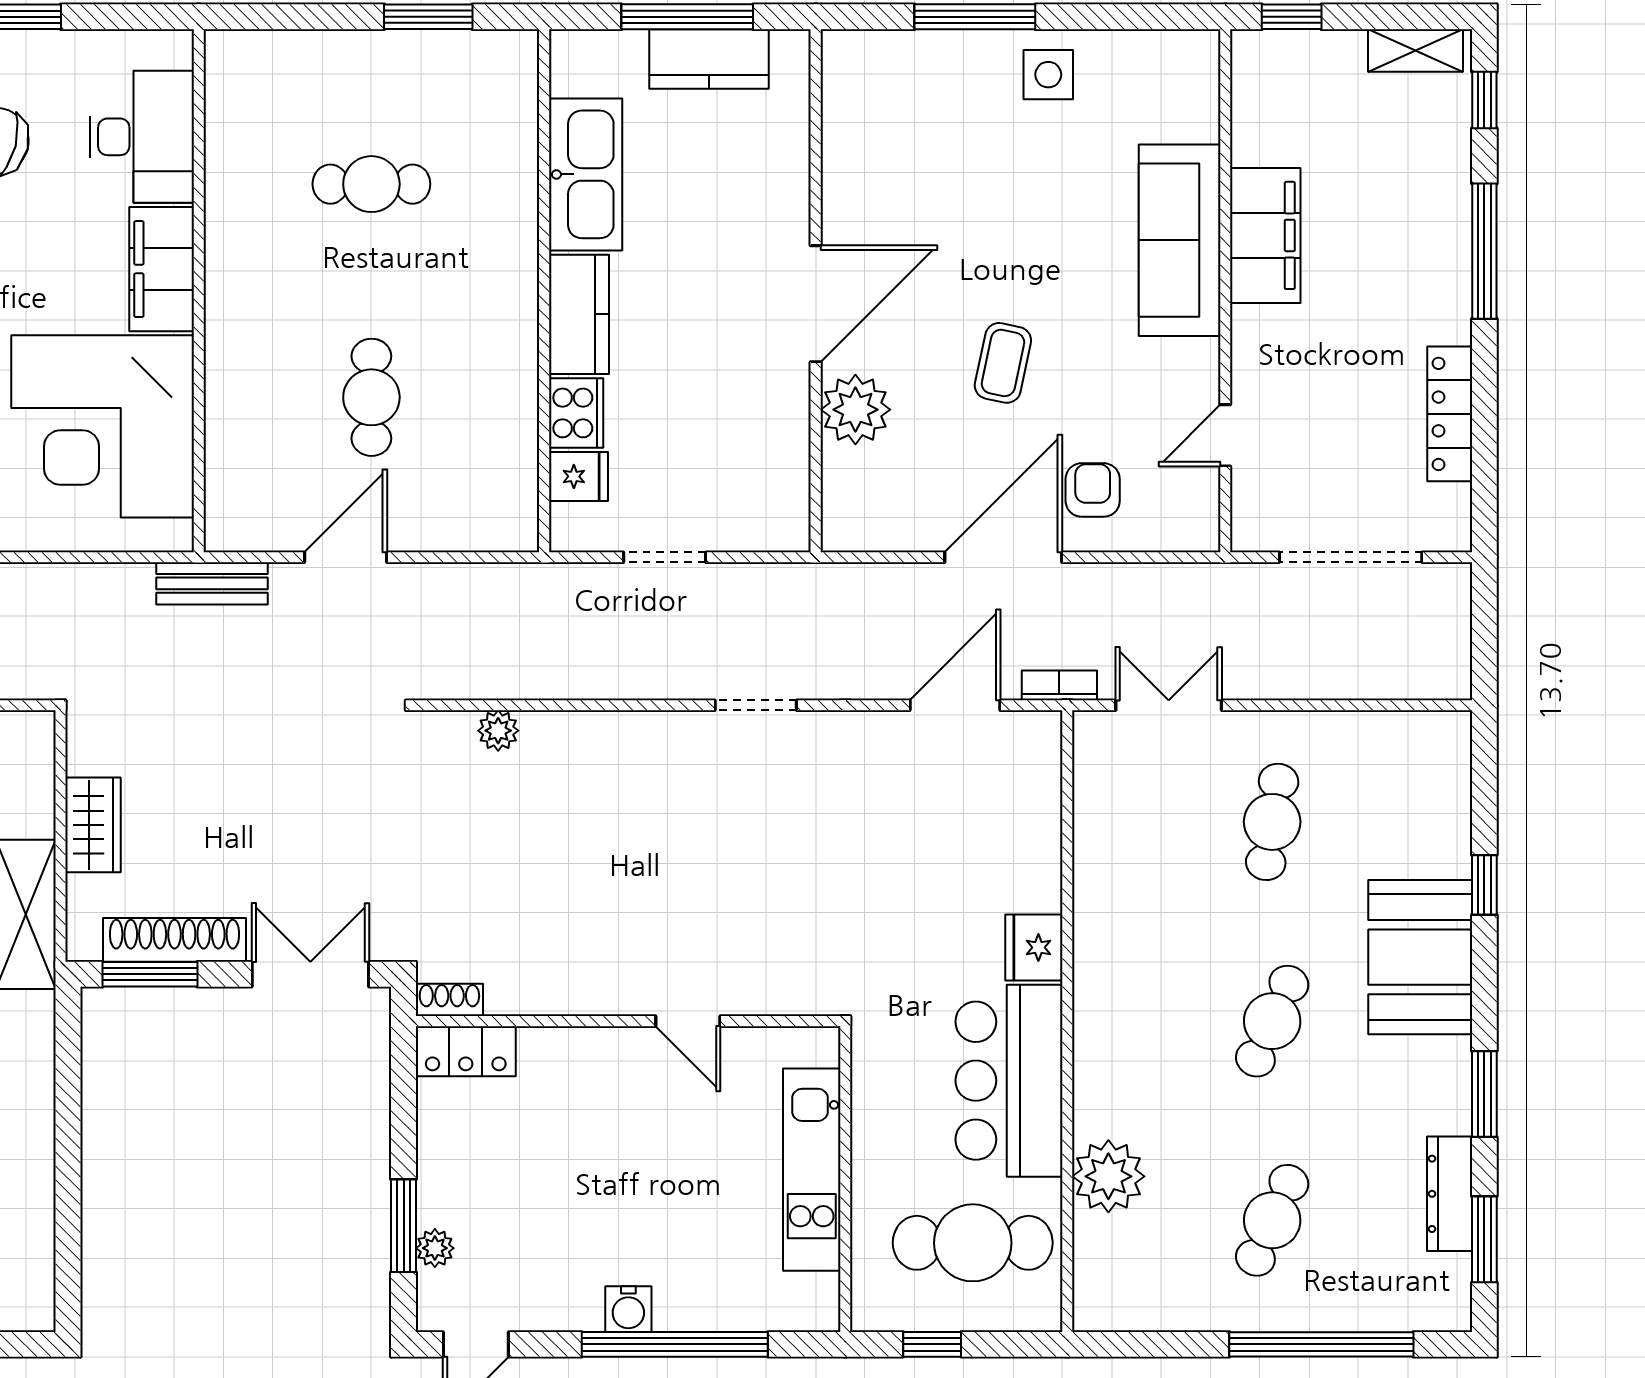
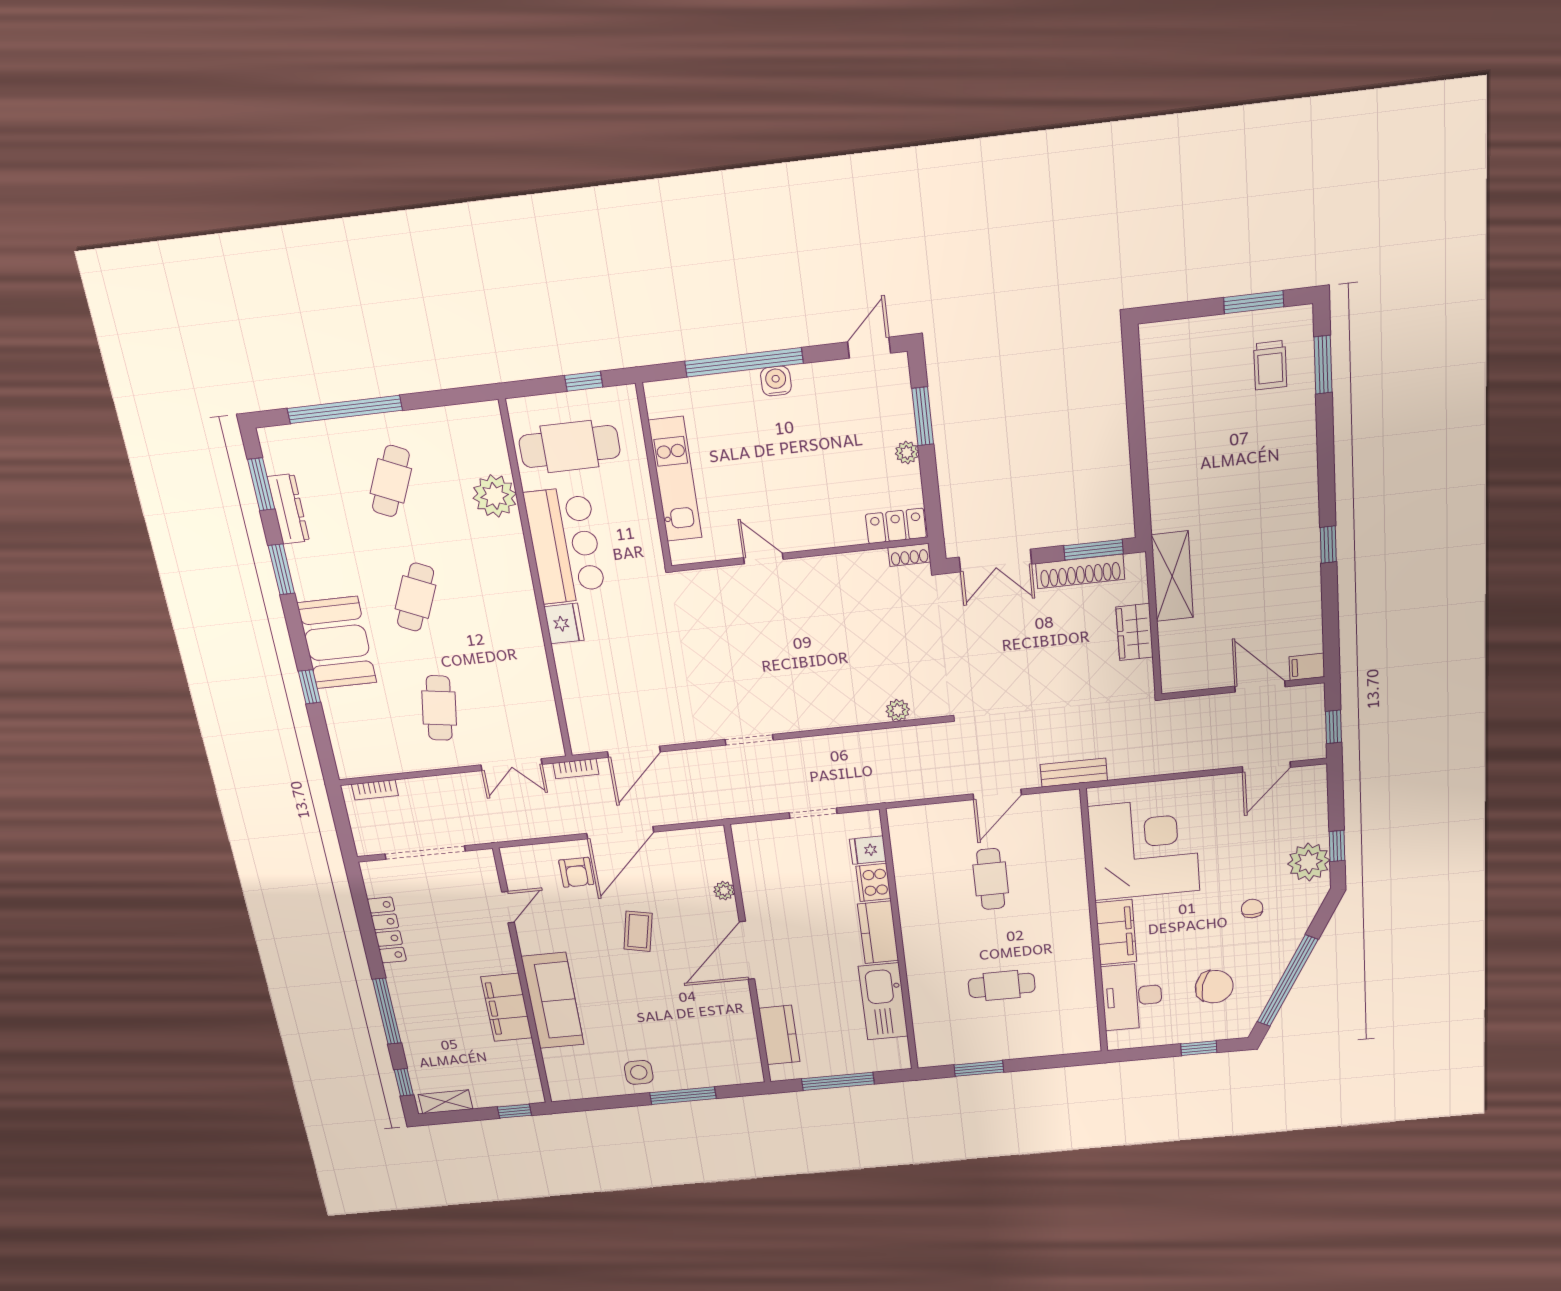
kitchen counter: (709, 59) -> (779, 1035), moved, turned 90
plant: (855, 410) -> (724, 891), width x0.53, depth x0.53
bookcase: (1413, 685) -> (375, 790), added
plant: (435, 1248) -> (907, 453), moved

